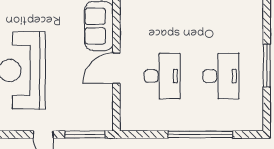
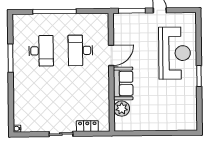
desk: (221, 76) -> (41, 51), turned 180

